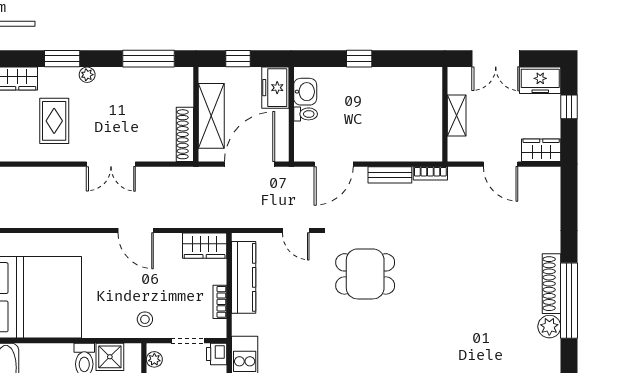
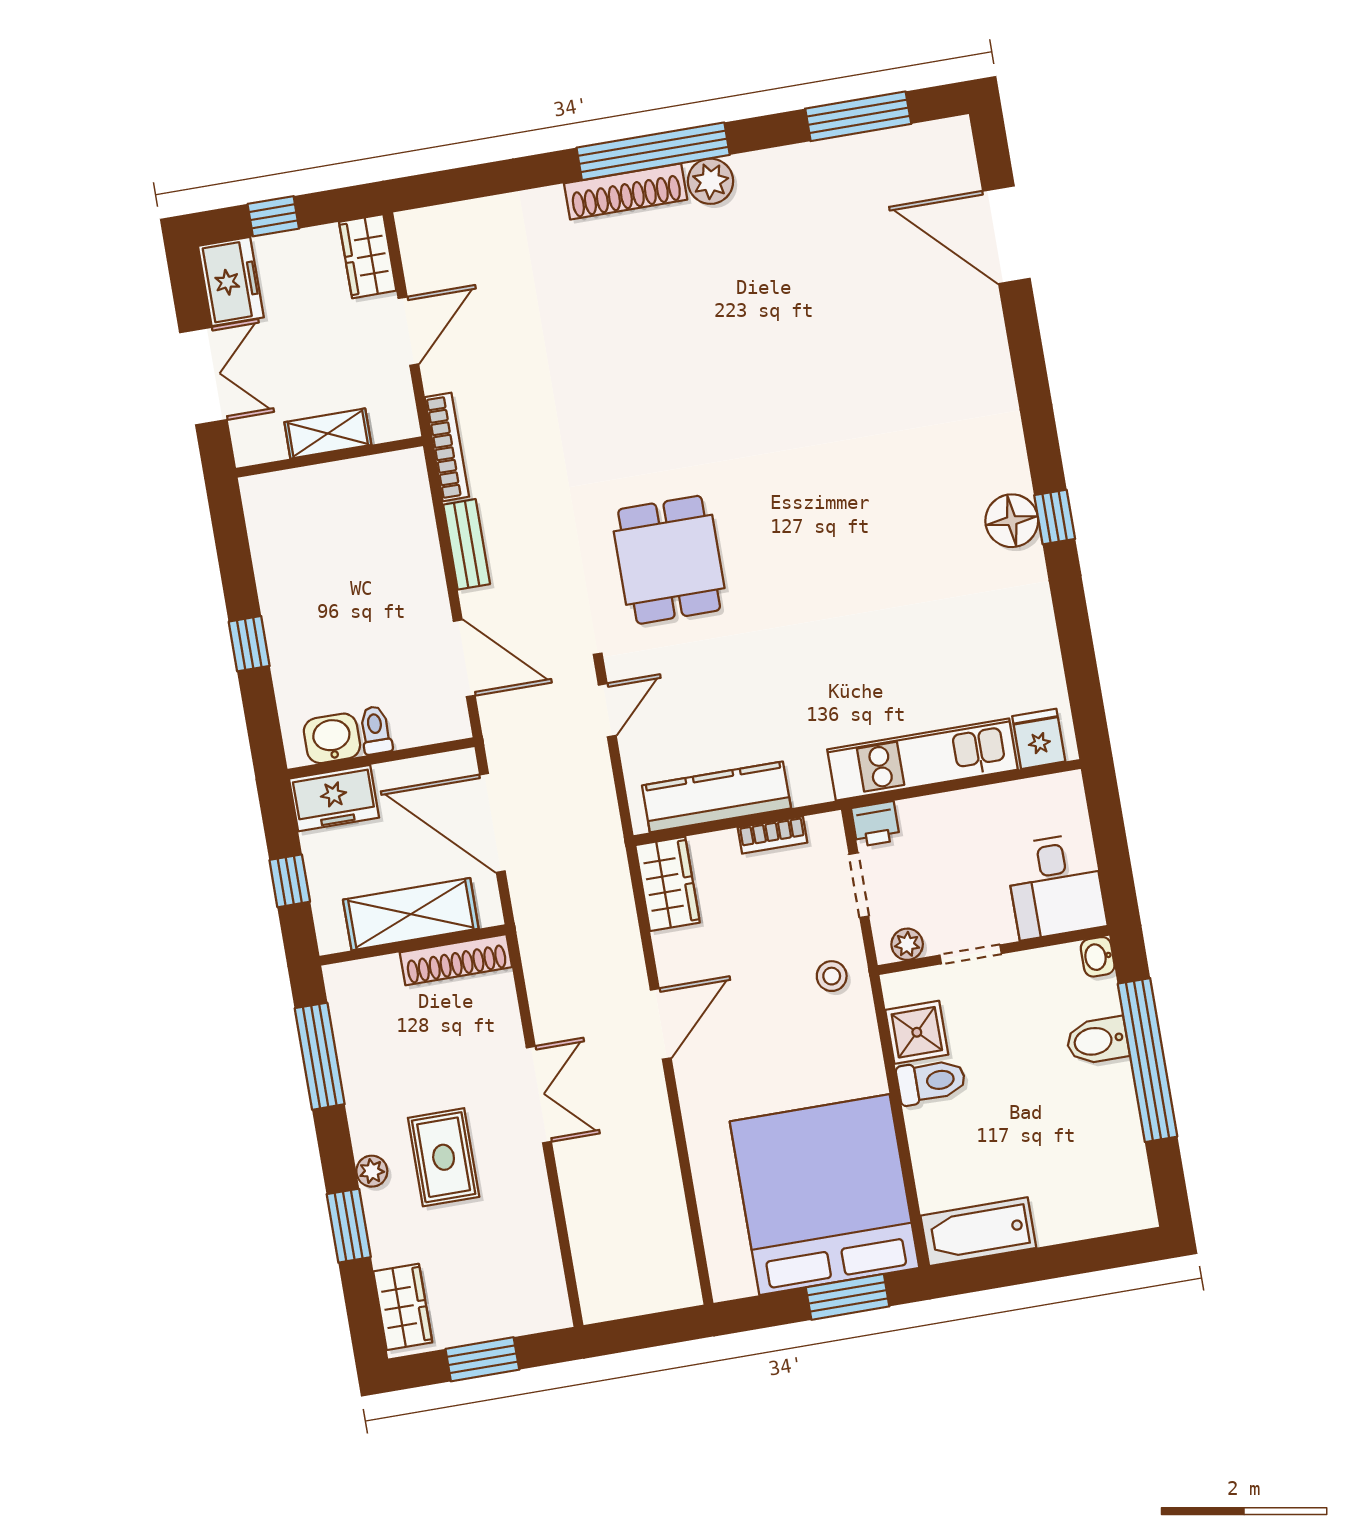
rug: (54, 121) -> (444, 1157), moved, turned 90
bookcase: (430, 173) -> (447, 447), width x1.56

